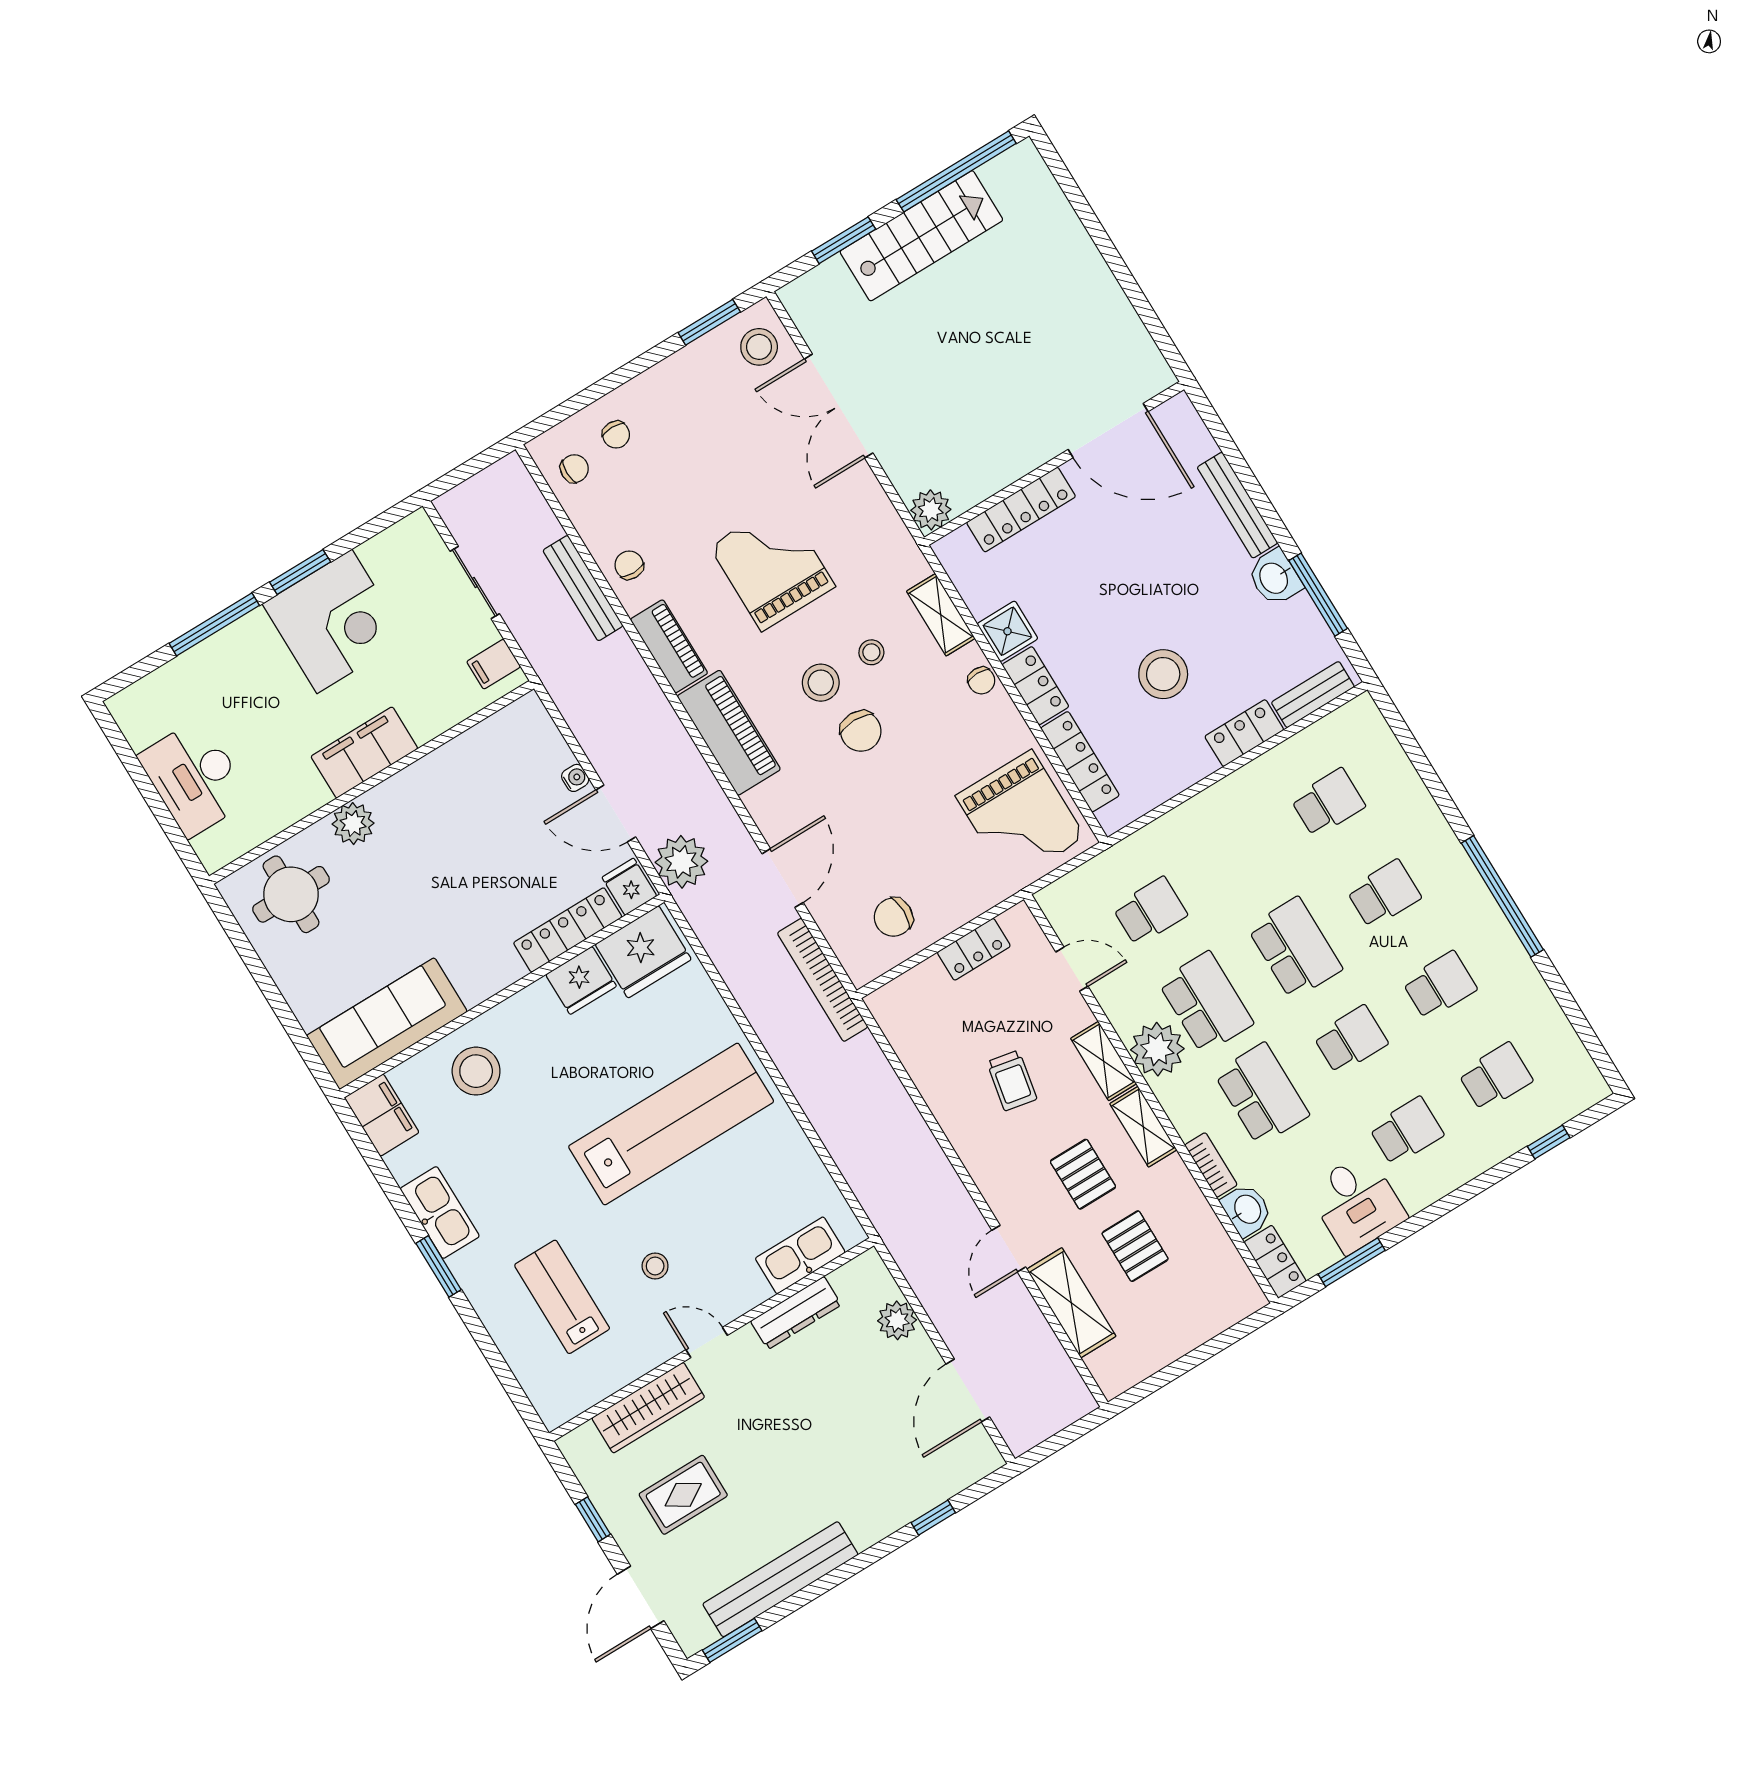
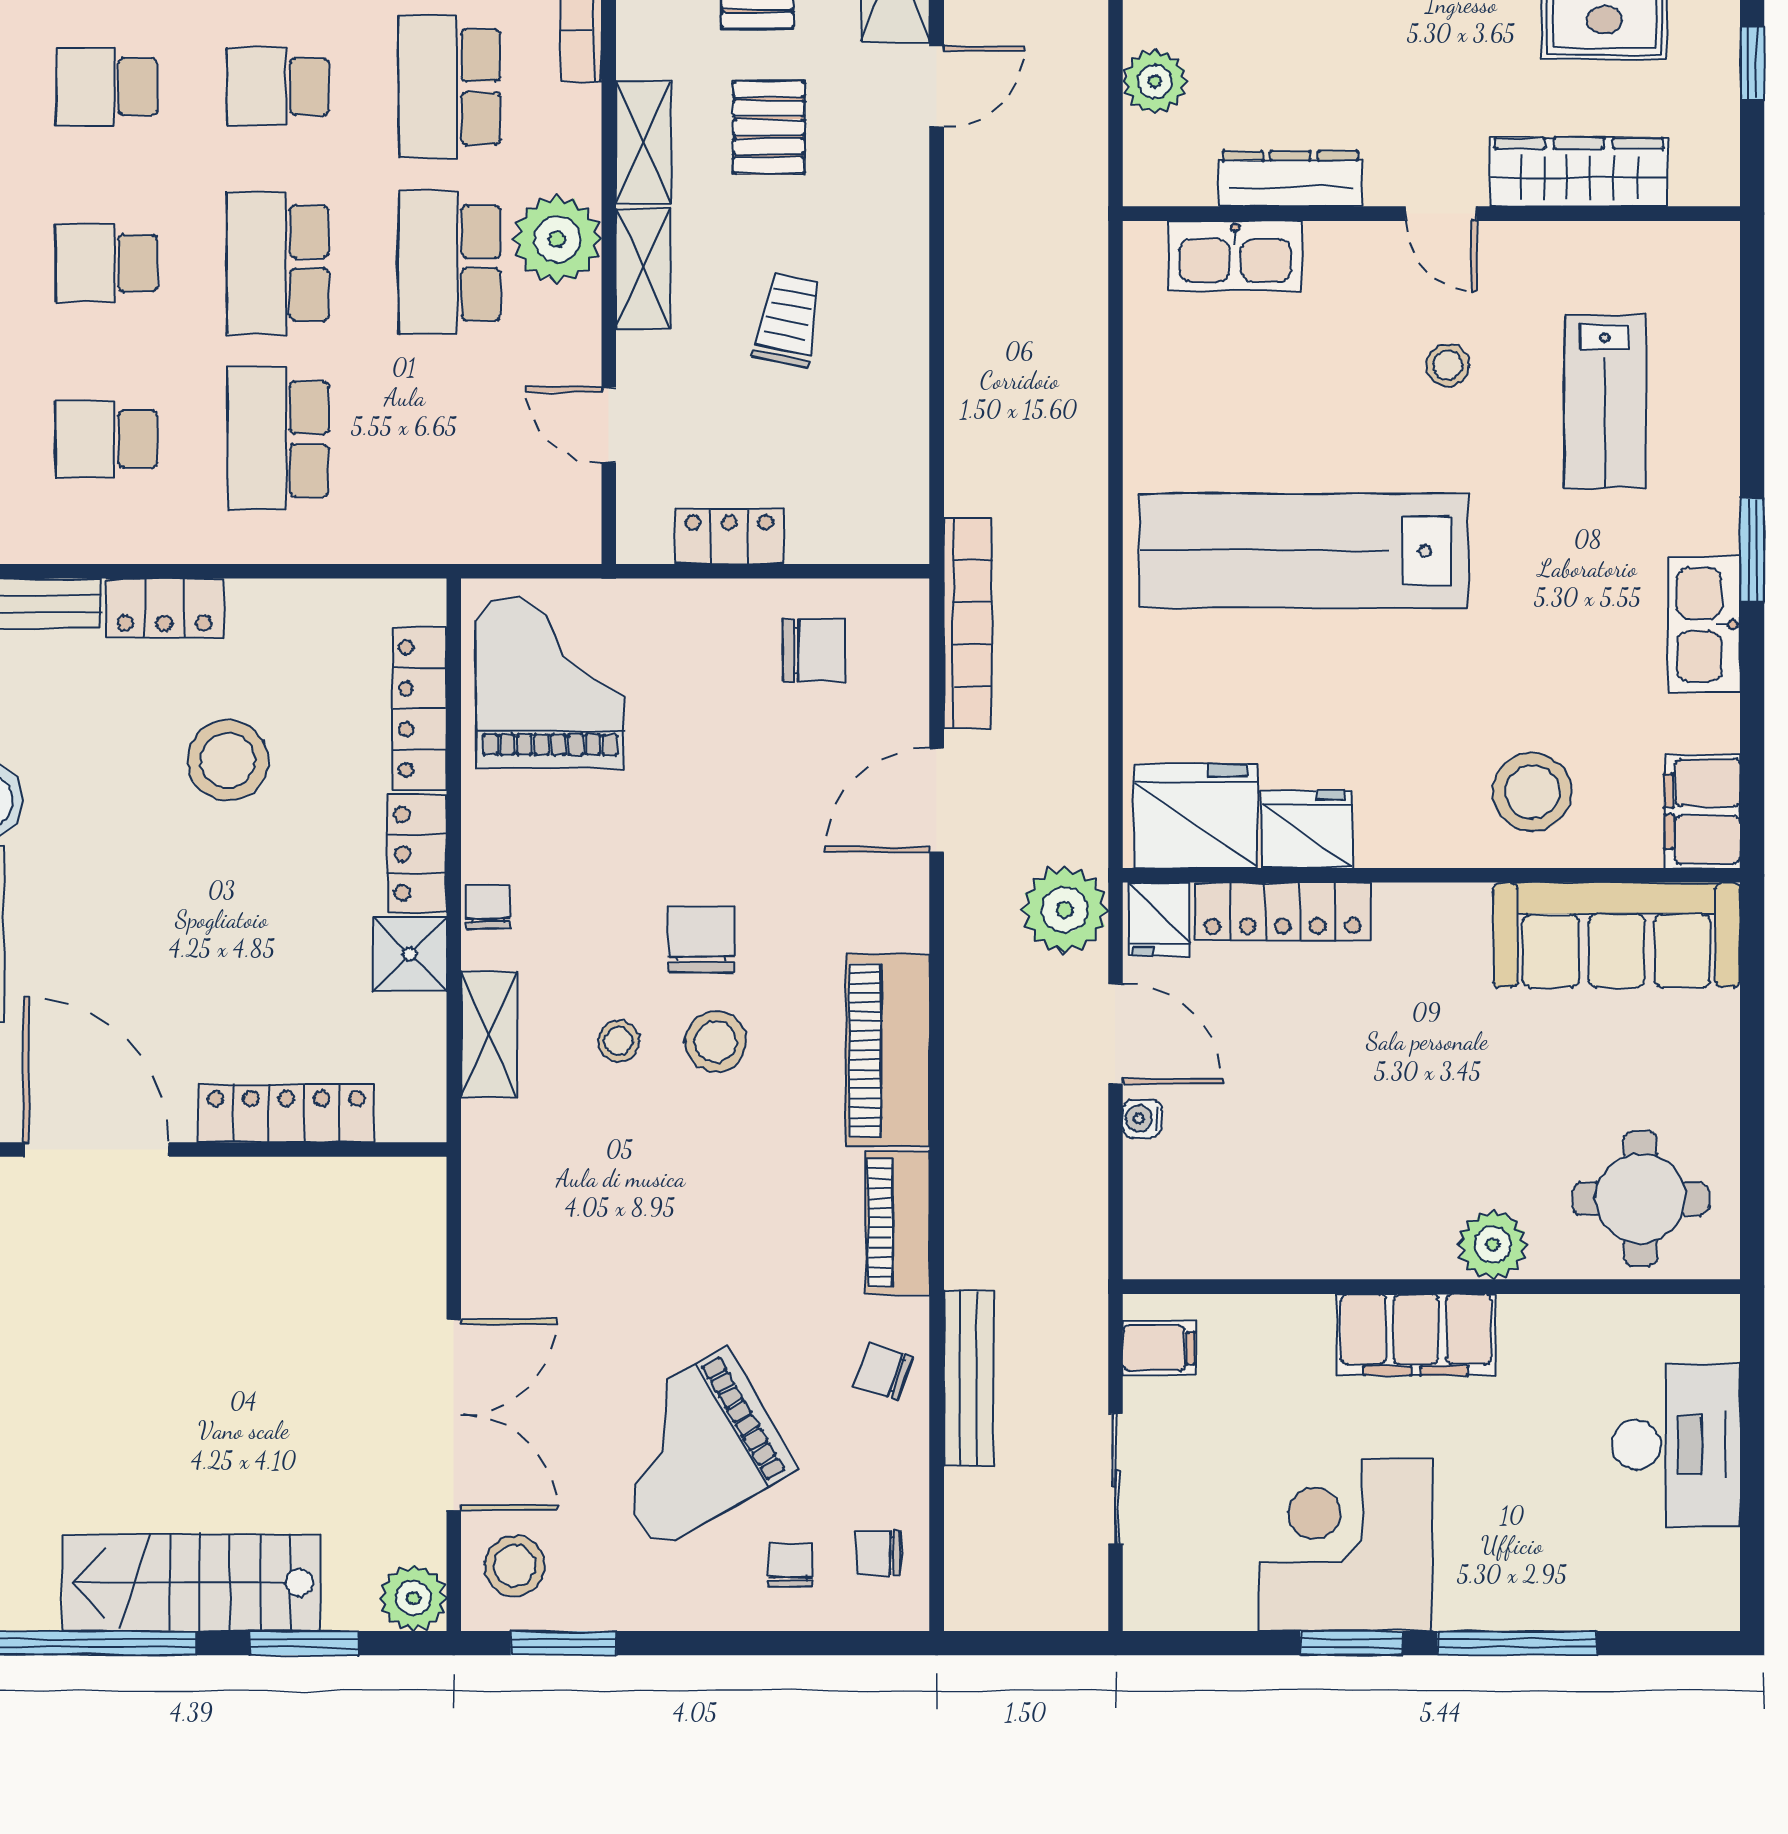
plant: (931, 510) -> (413, 1598), moved
chair: (629, 565) -> (884, 1371), turned 109
grand piano: (772, 566) -> (691, 1448), moved, turned 60
school desk: (1150, 911) -> (278, 439), moved, width x1.85

